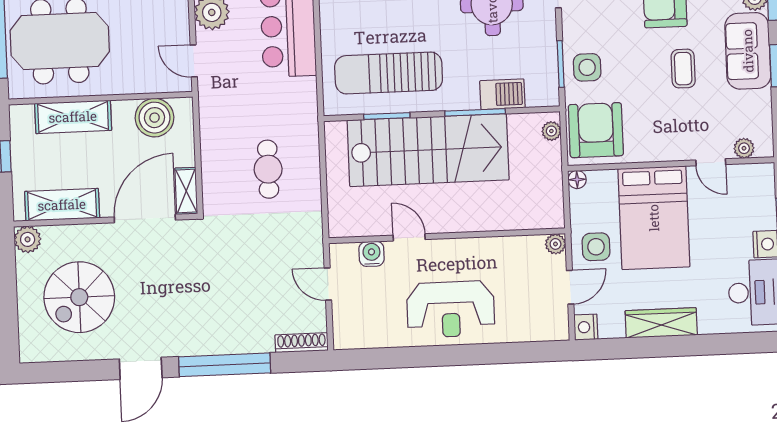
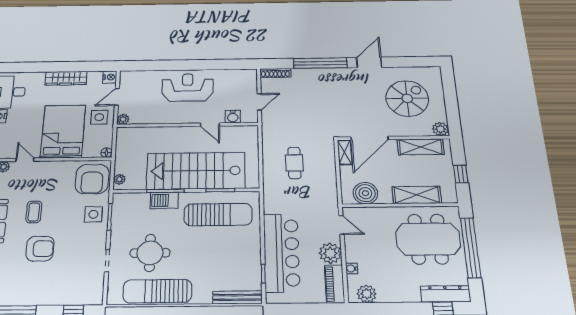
barbecue: (502, 94) -> (164, 200), moved
door: (328, 284) -> (259, 102), hinge flipped

